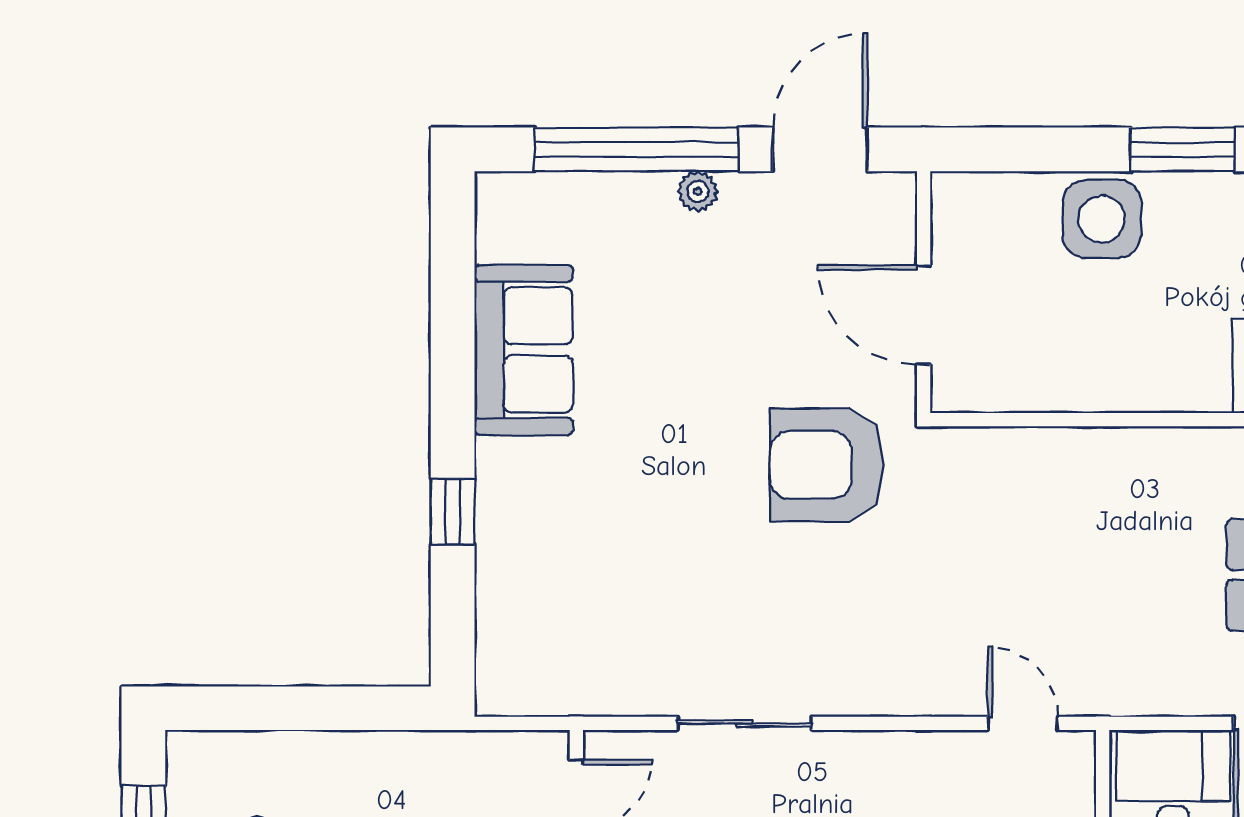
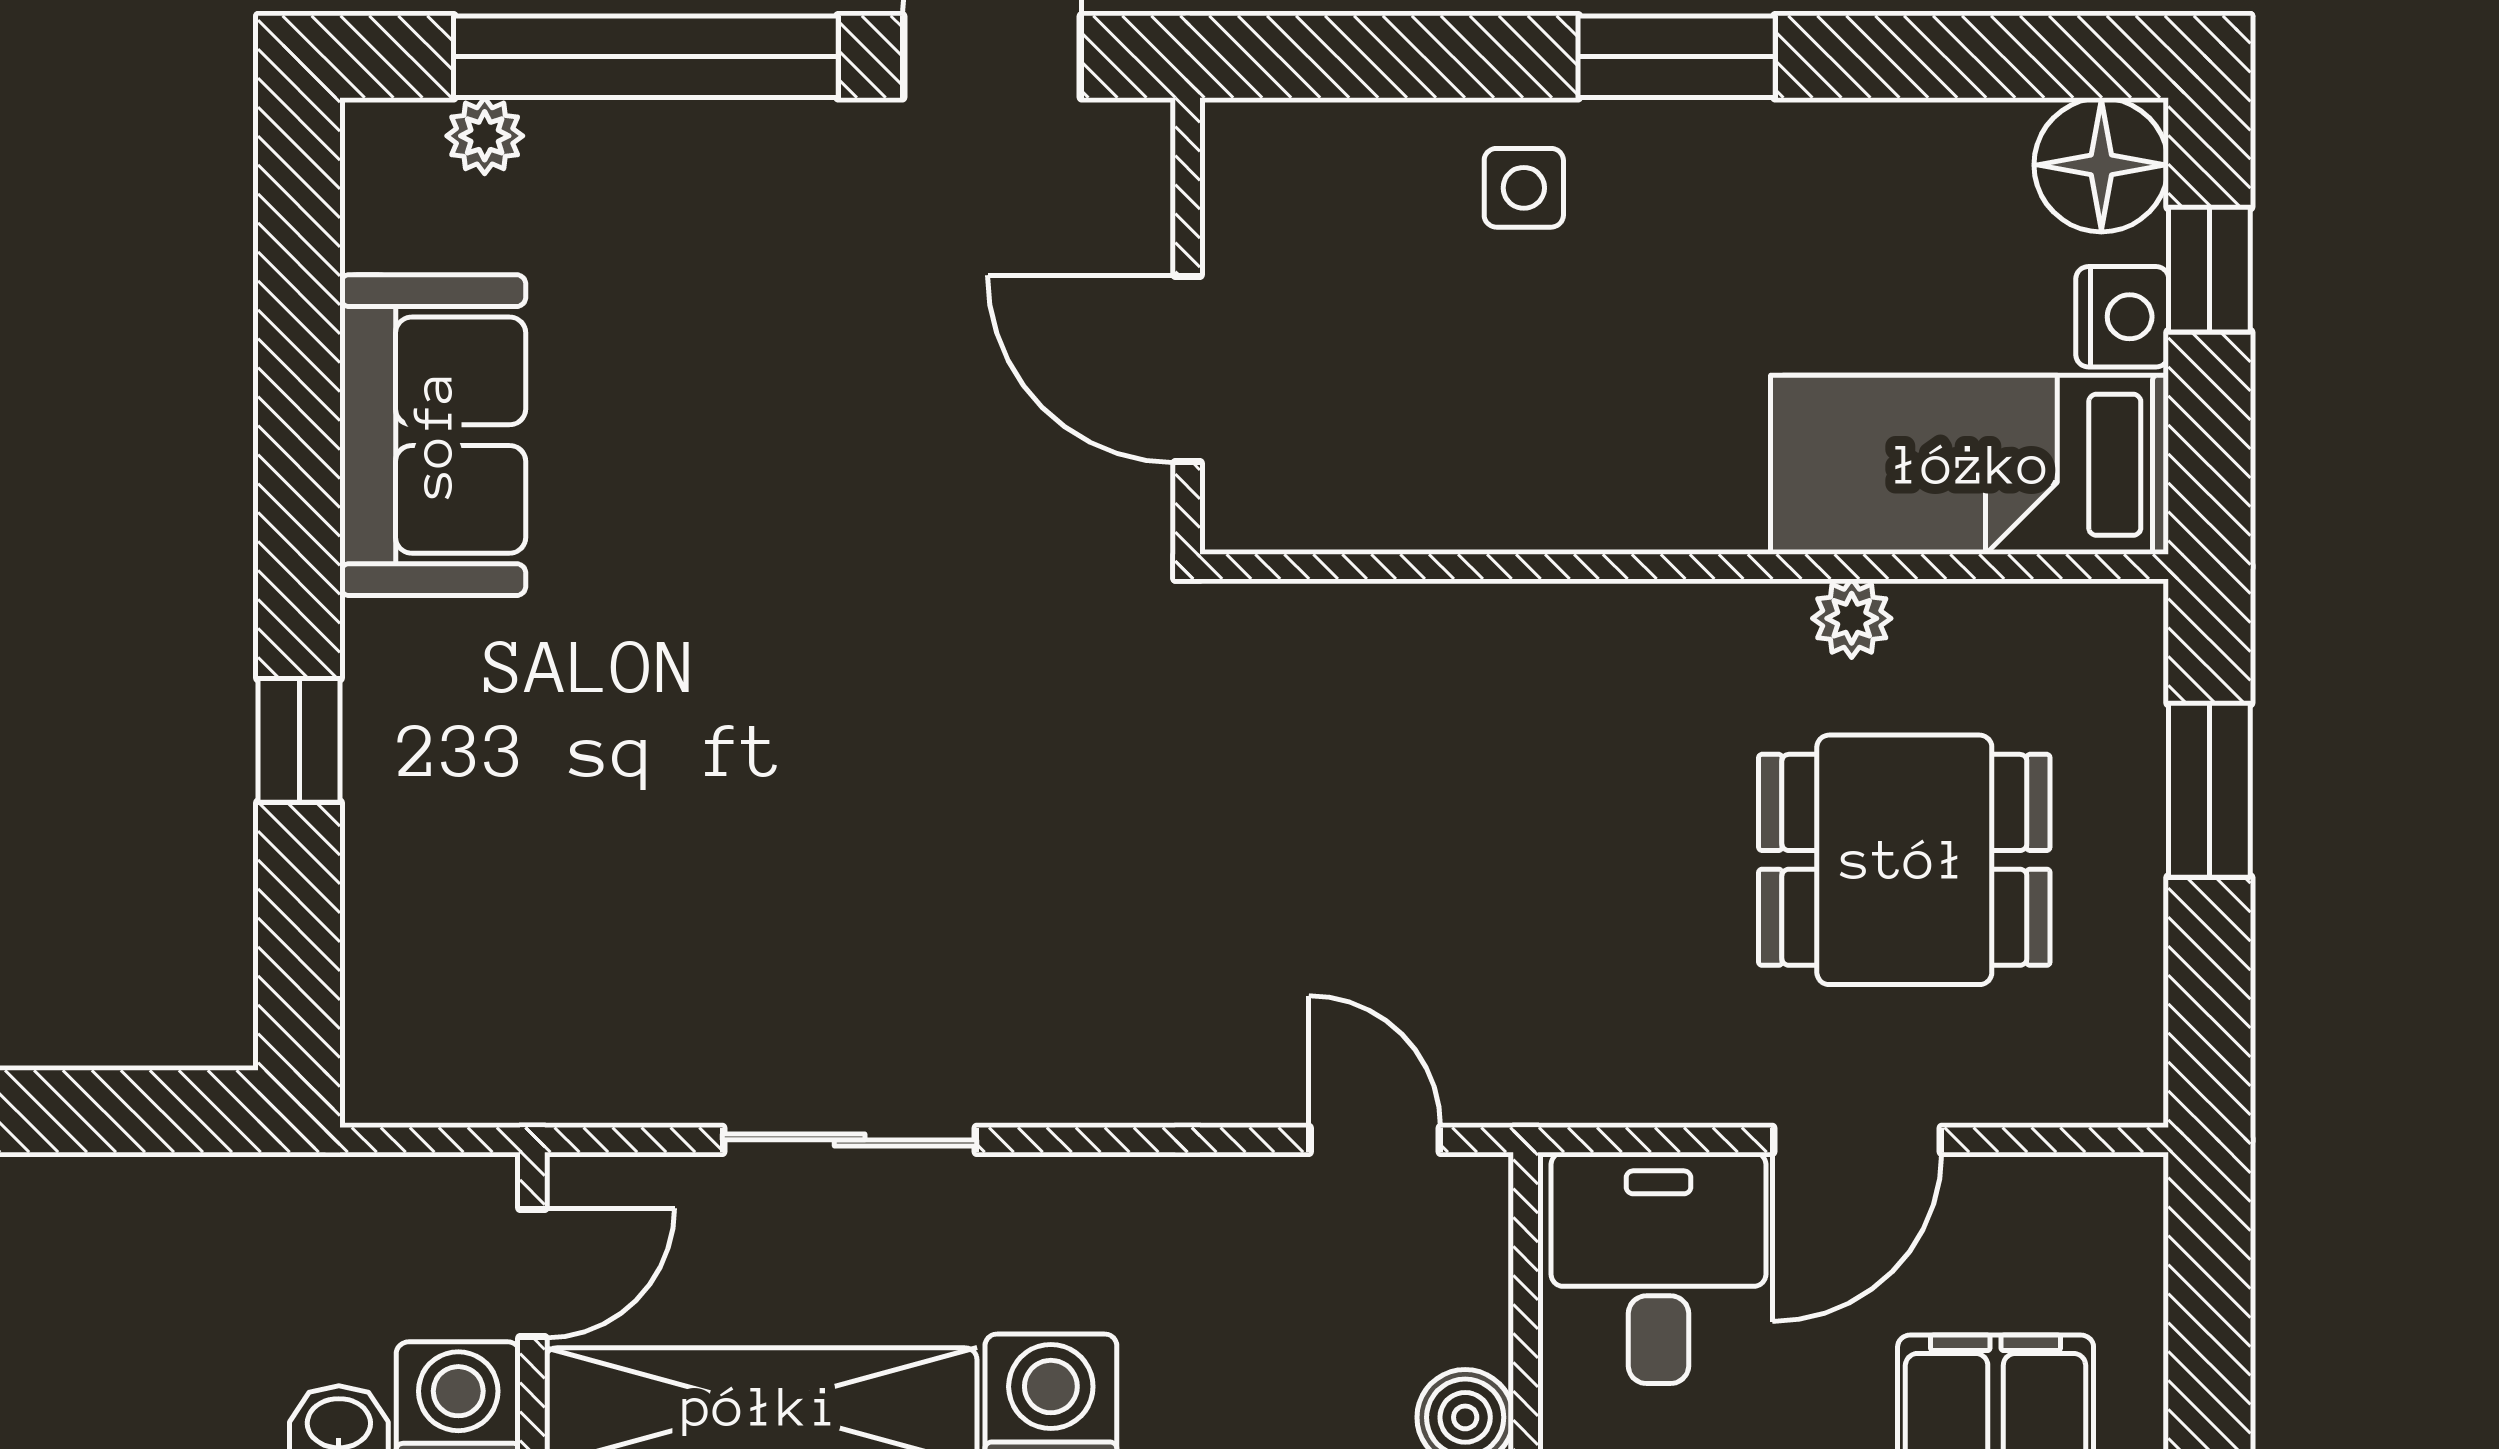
plant: (698, 191) -> (485, 136), moved
side table: (1102, 219) -> (1524, 188), width x0.54, depth x0.54
armchair: (827, 465) -> (1005, 652), removed

